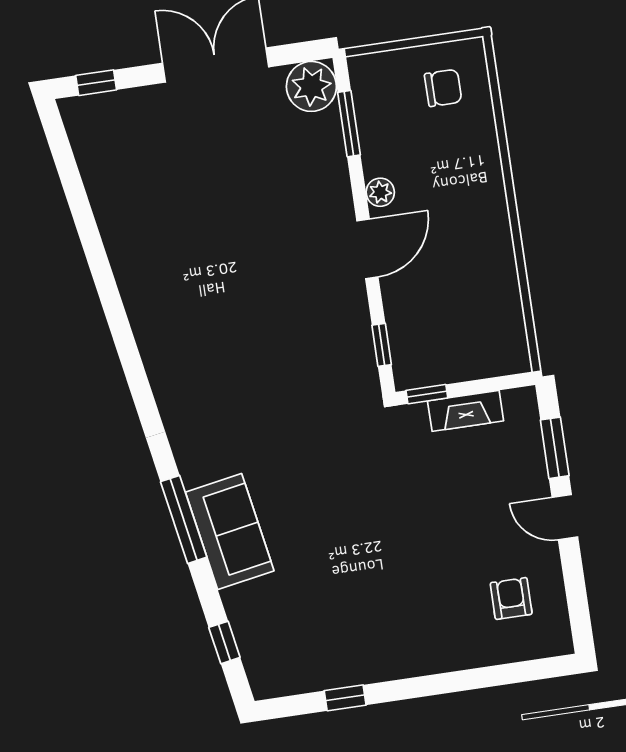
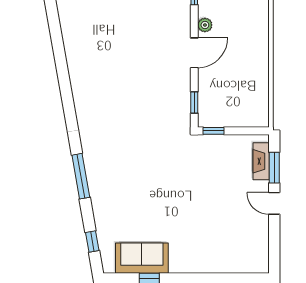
fireplace: (466, 411) -> (261, 161), moved, turned 90
sofa: (230, 532) -> (142, 258), moved, turned -80
armchair: (511, 598) -> (241, 241), removed

